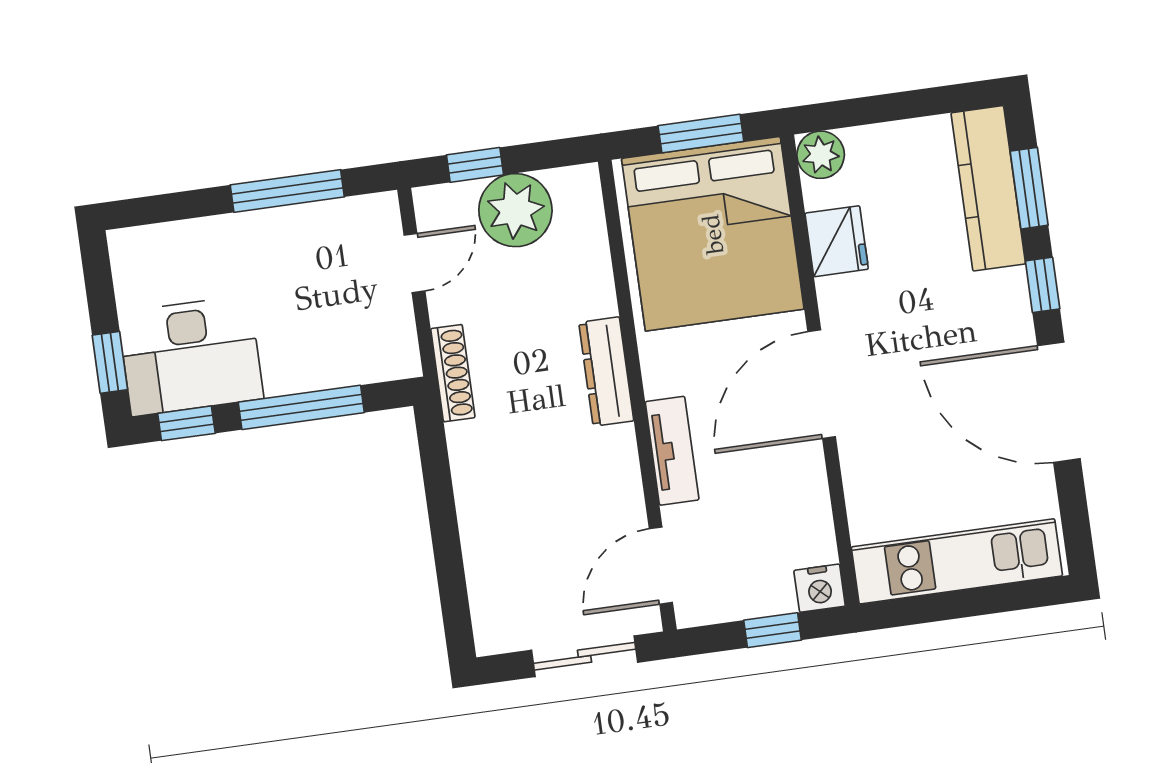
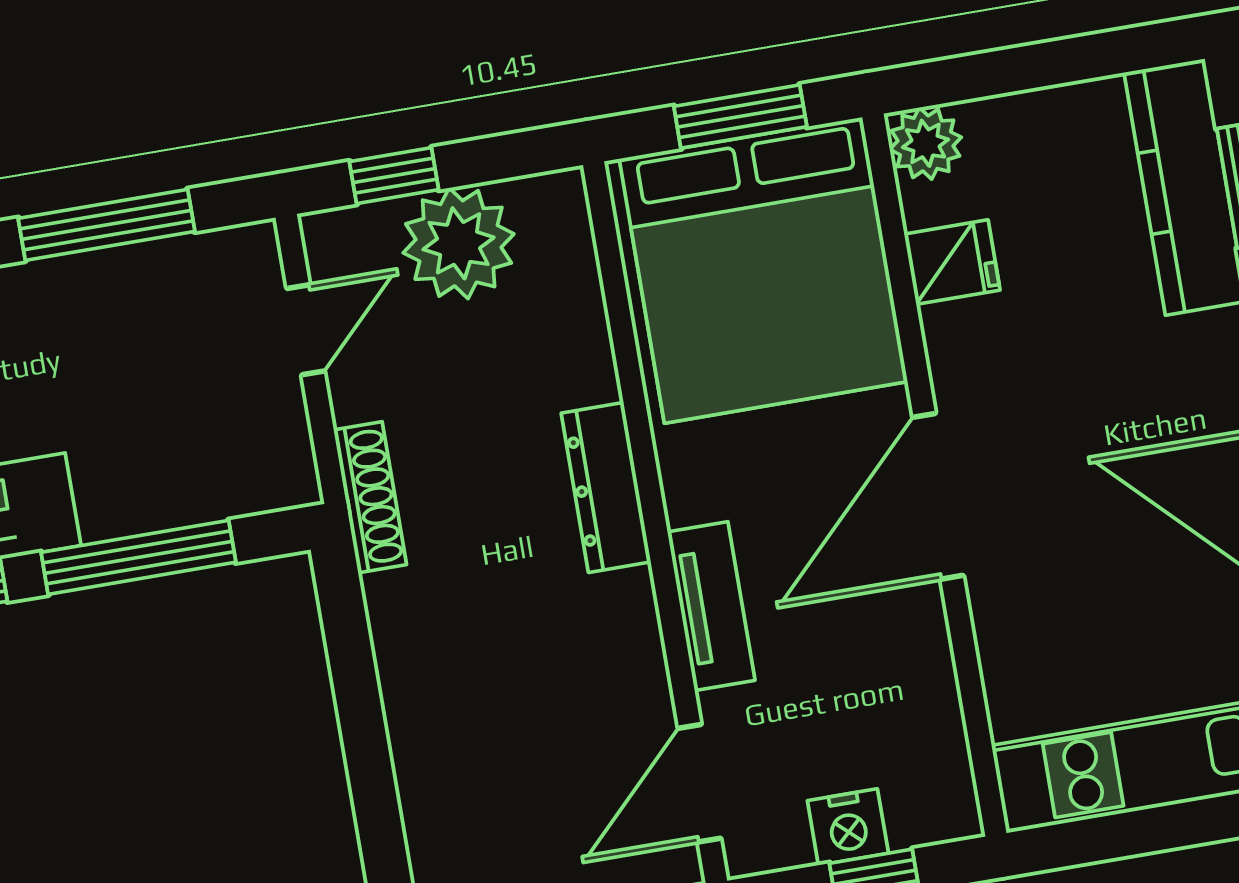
fridge: (837, 241) -> (952, 262), width x0.72
nightstand: (820, 588) -> (848, 827), moved

